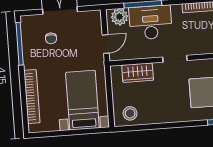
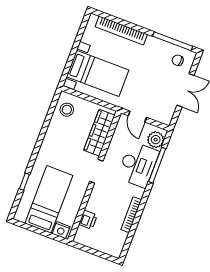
chair: (51, 38) -> (178, 60), moved
wardrobe: (138, 73) -> (99, 133), width x1.50

